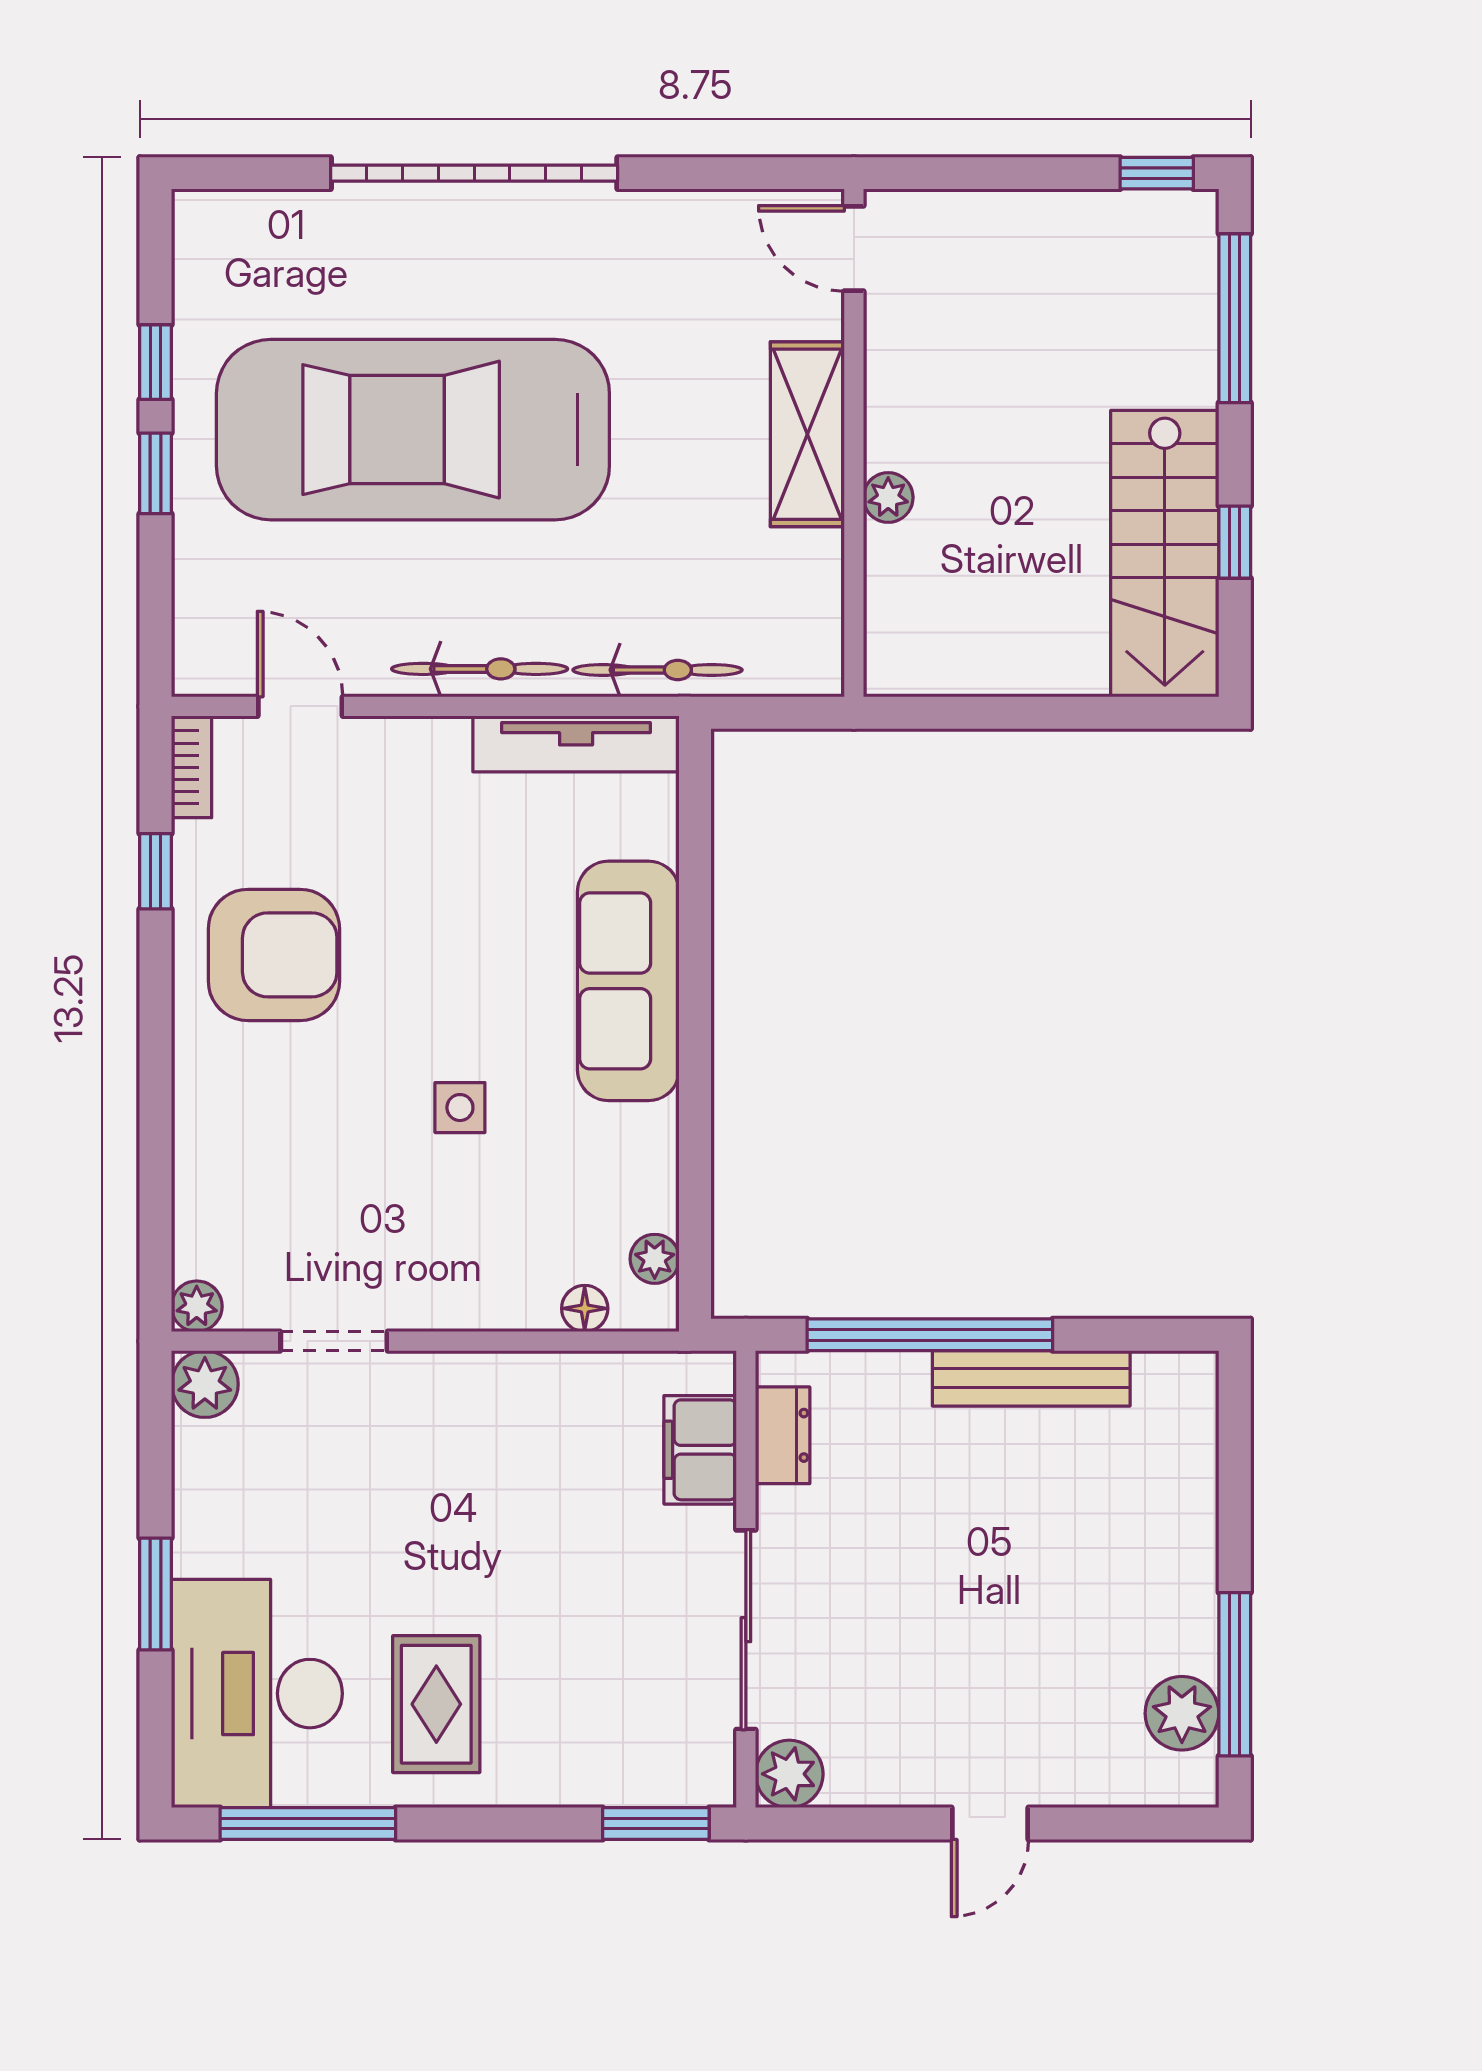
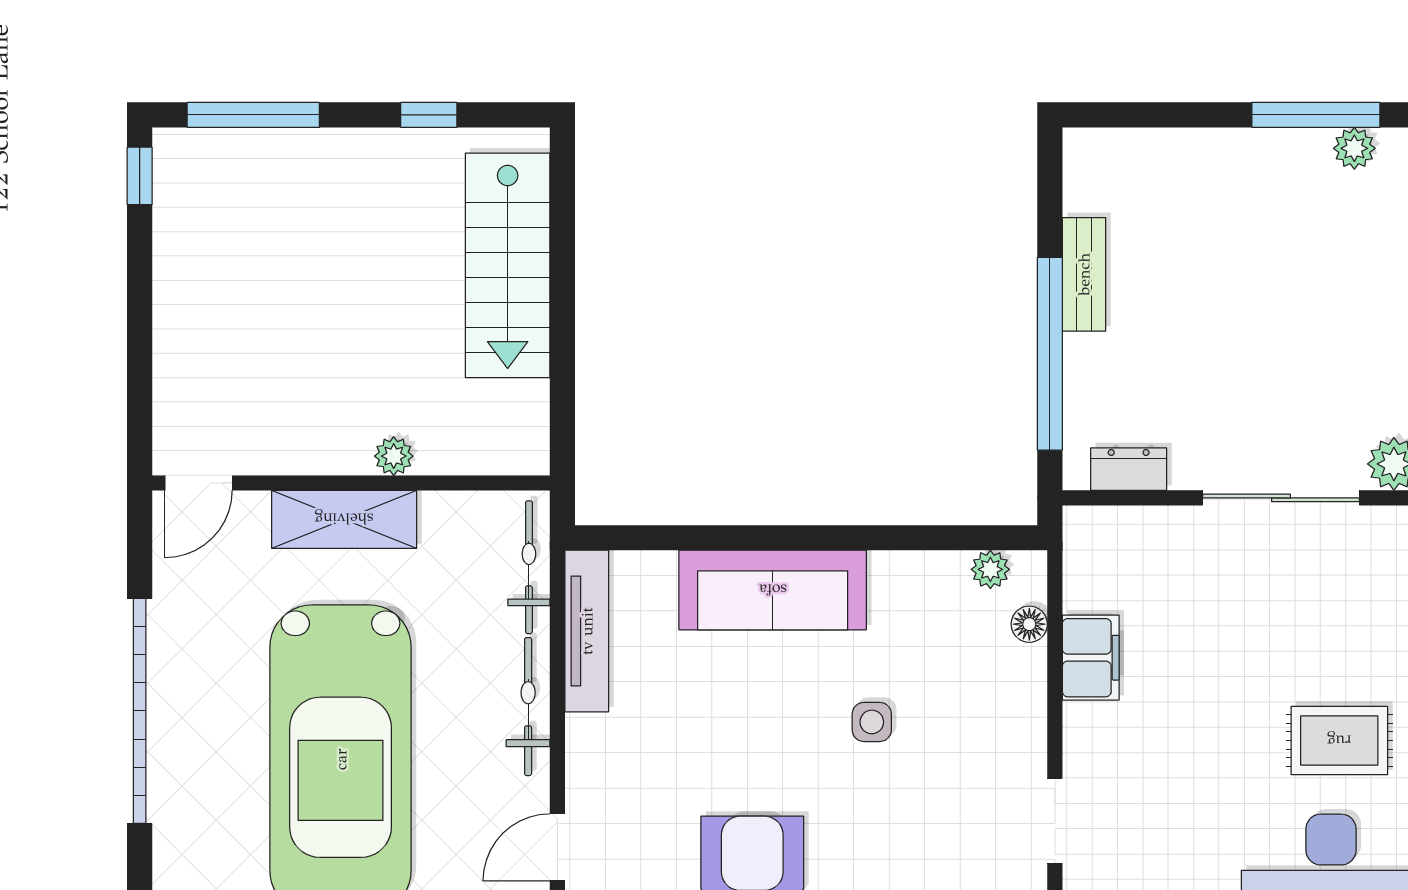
door: (854, 248) -> (199, 483), moved
shelving: (807, 434) -> (344, 519), moved
wall: (854, 443) -> (351, 483), moved
plant: (888, 497) -> (394, 456), moved
stairs: (1165, 554) -> (508, 265), moved, turned 90
bench: (1031, 1378) -> (1084, 274), width x0.73
filing cabinet: (700, 1450) -> (1091, 658), moved, turned -90
plant: (1182, 1713) -> (1354, 148), width x0.73, depth x0.73

